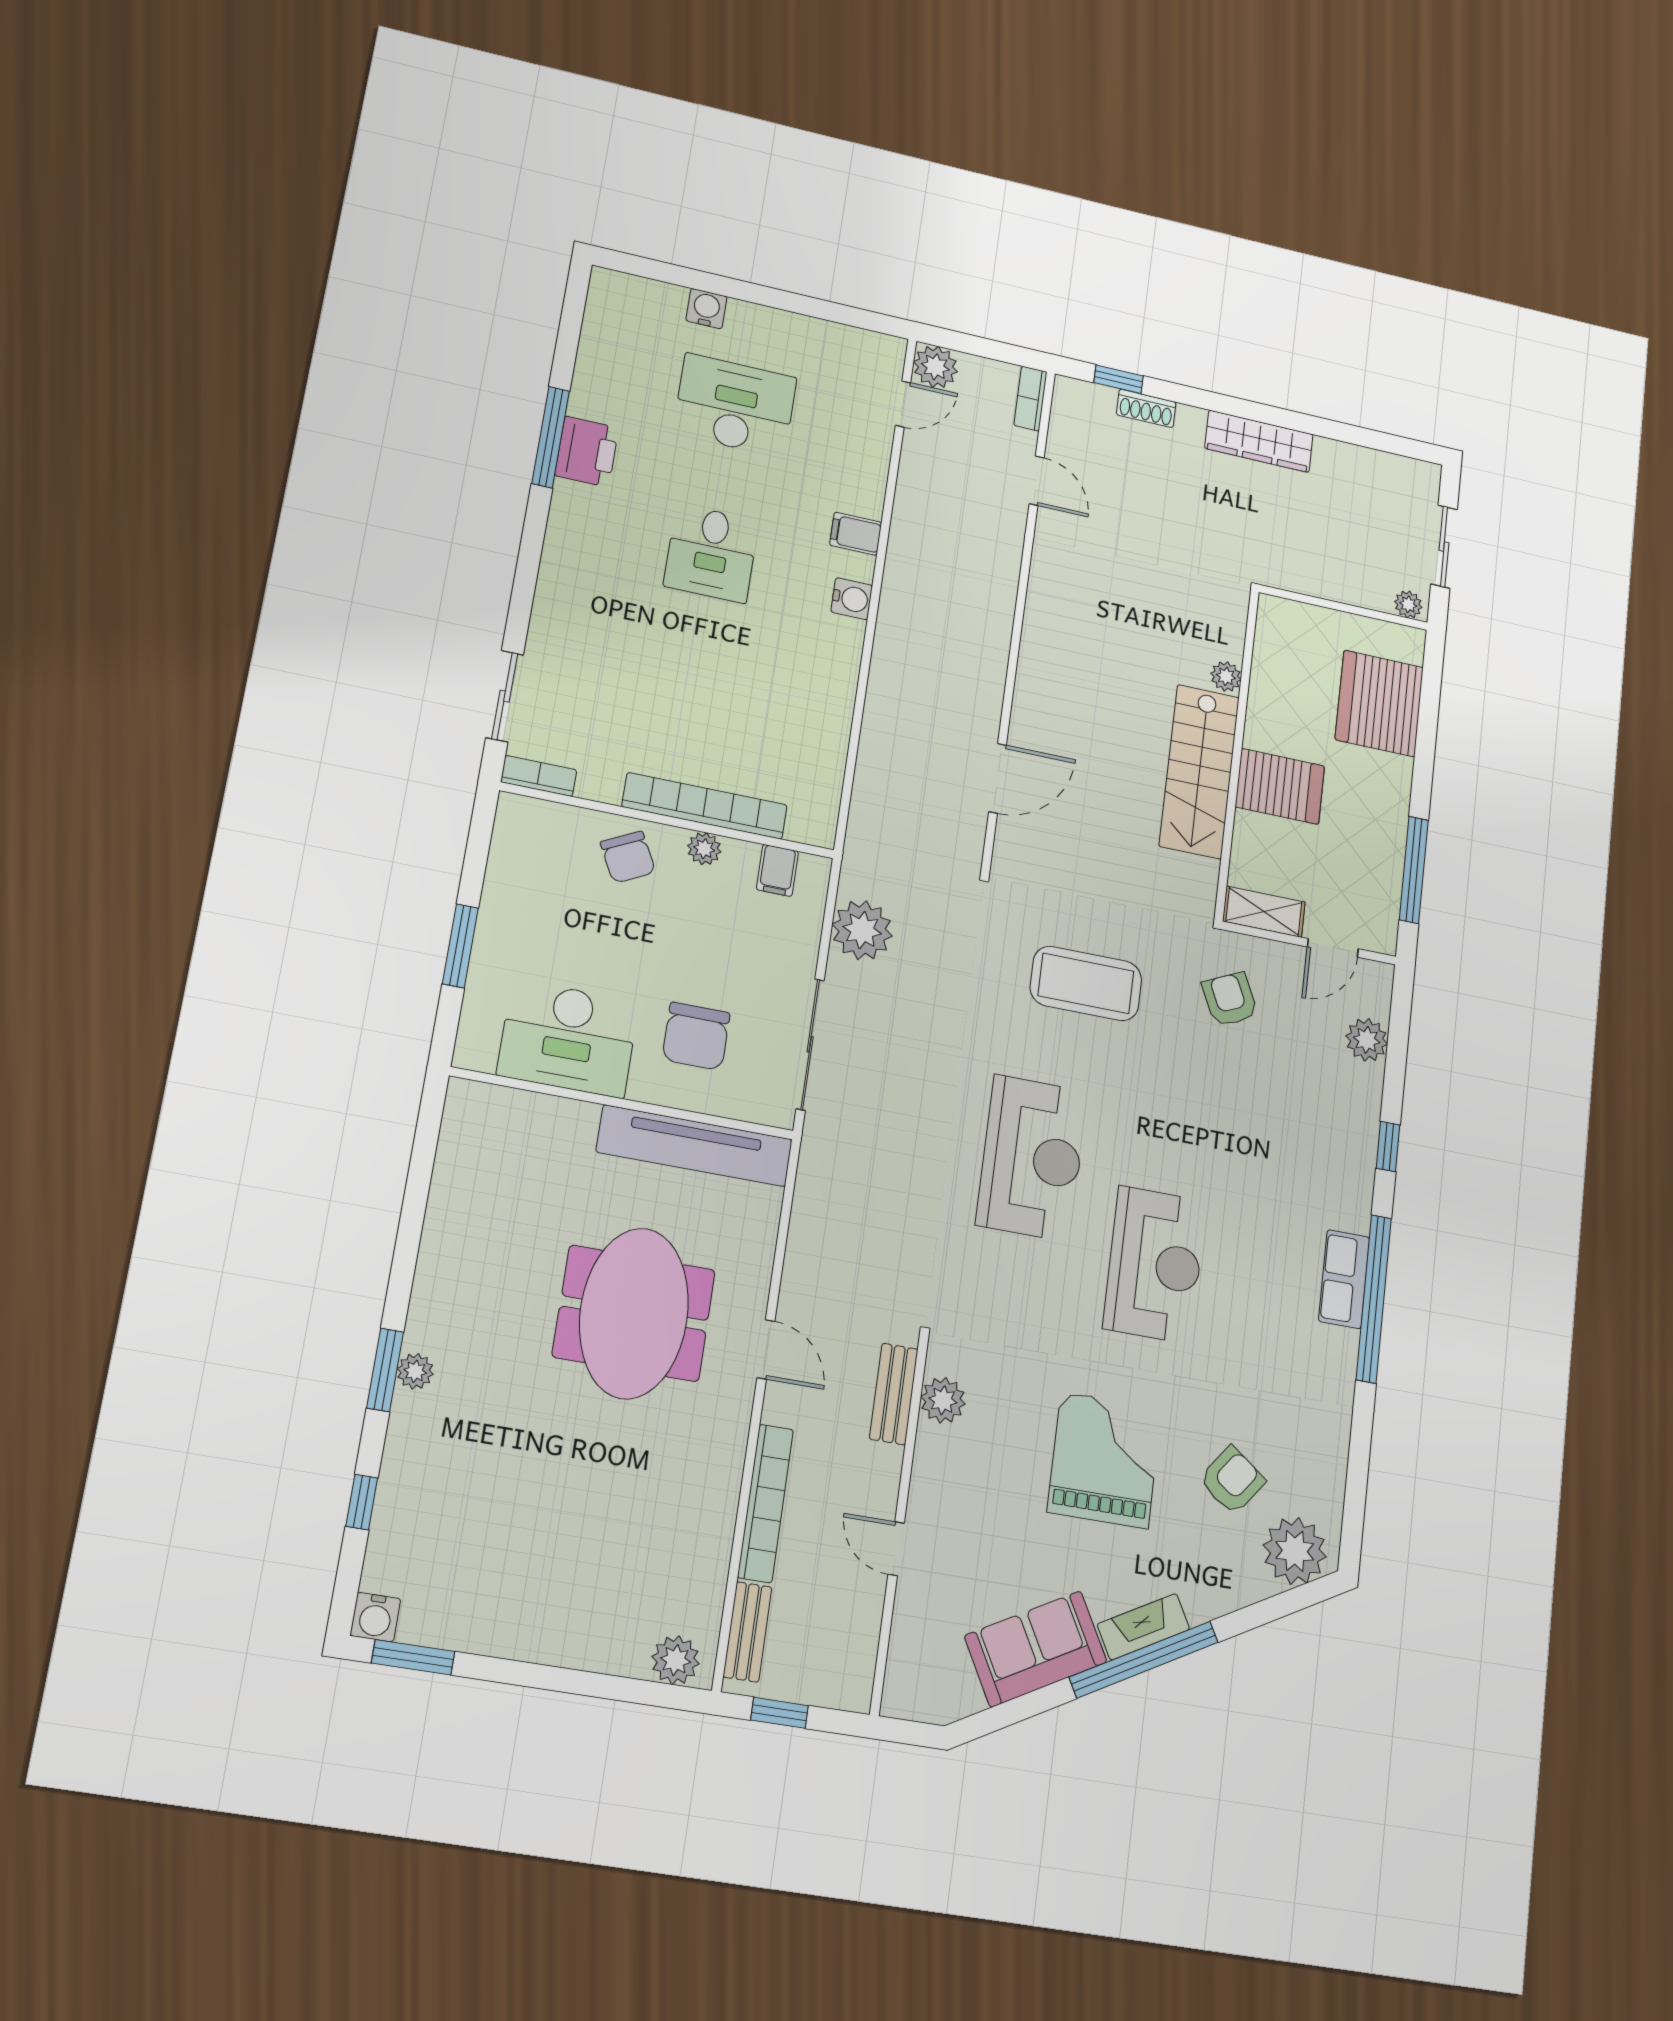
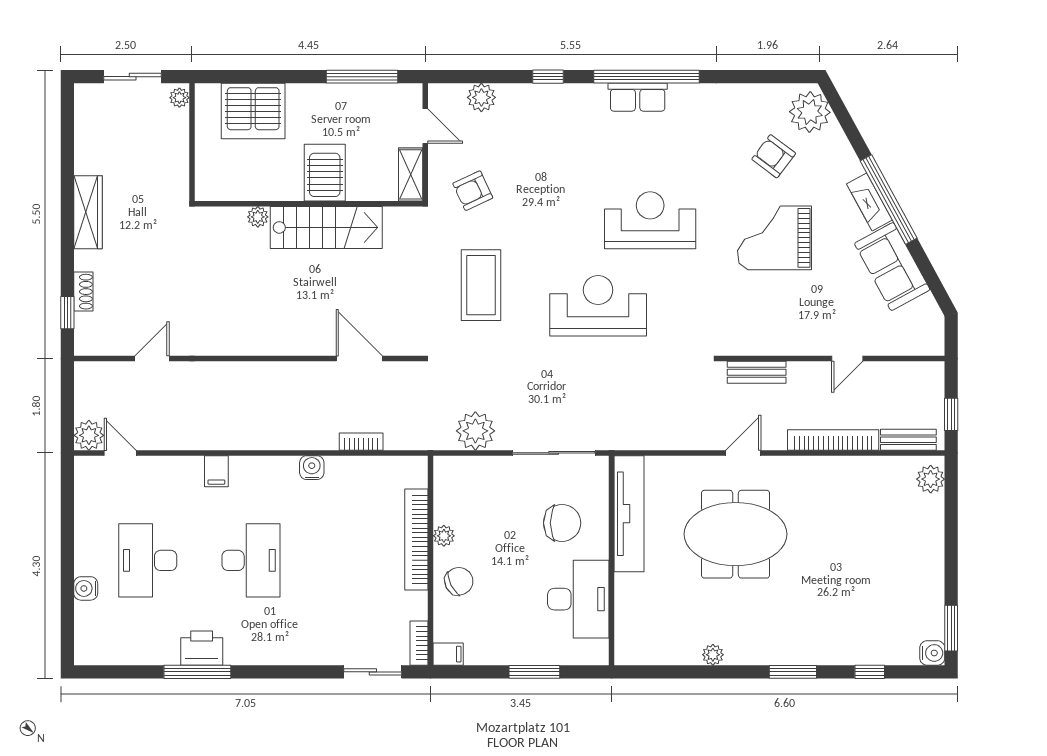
bookcase: (1030, 399) -> (361, 442), moved, turned 180
desk: (711, 553) -> (251, 560), width x1.37
water cooler: (852, 599) -> (312, 468), moved
filing cabinet: (777, 870) -> (448, 654), moved
plant: (415, 1371) -> (713, 655), moved
plant: (943, 1400) -> (755, 342), removed

